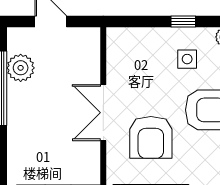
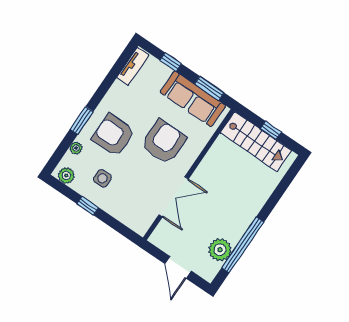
double door: (103, 113) -> (174, 197), moved

